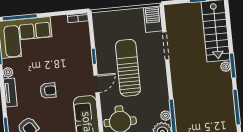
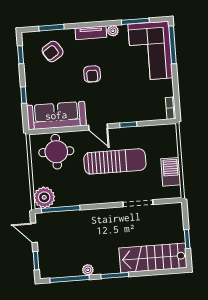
barbecue: (153, 19) -> (171, 172), moved, turned -90
plant: (226, 67) -> (88, 270), moved
plant: (166, 116) -> (62, 201), removed

